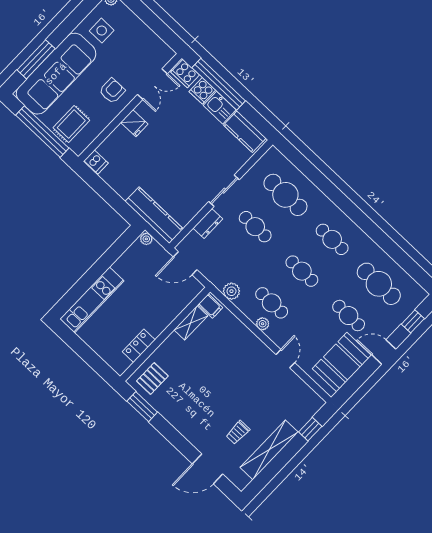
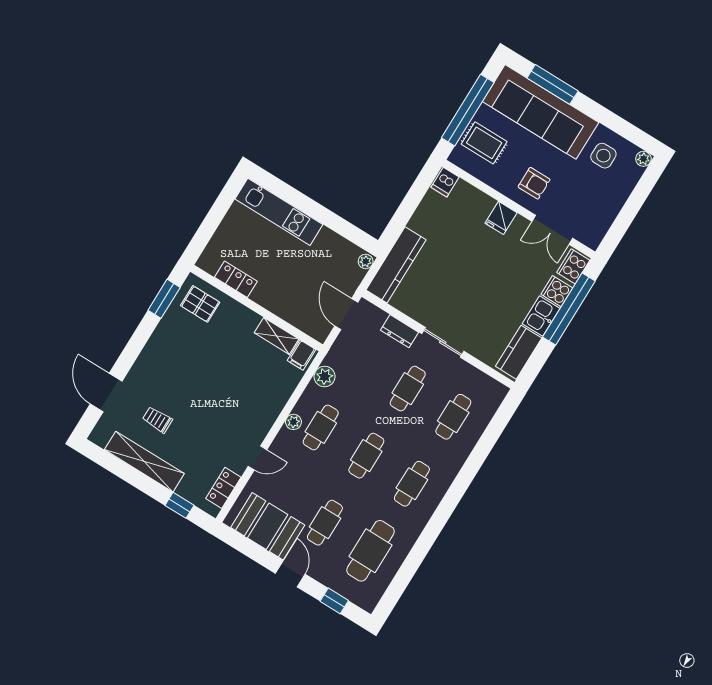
cafe table: (285, 195) -> (453, 417), width x0.73, depth x0.74
locker: (304, 391) -> (223, 488), added

